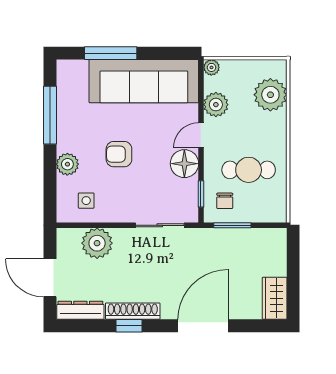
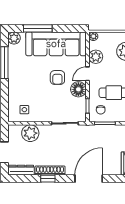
armchair: (119, 154) -> (57, 78), moved, turned -90
plant: (67, 164) -> (14, 38), moved

